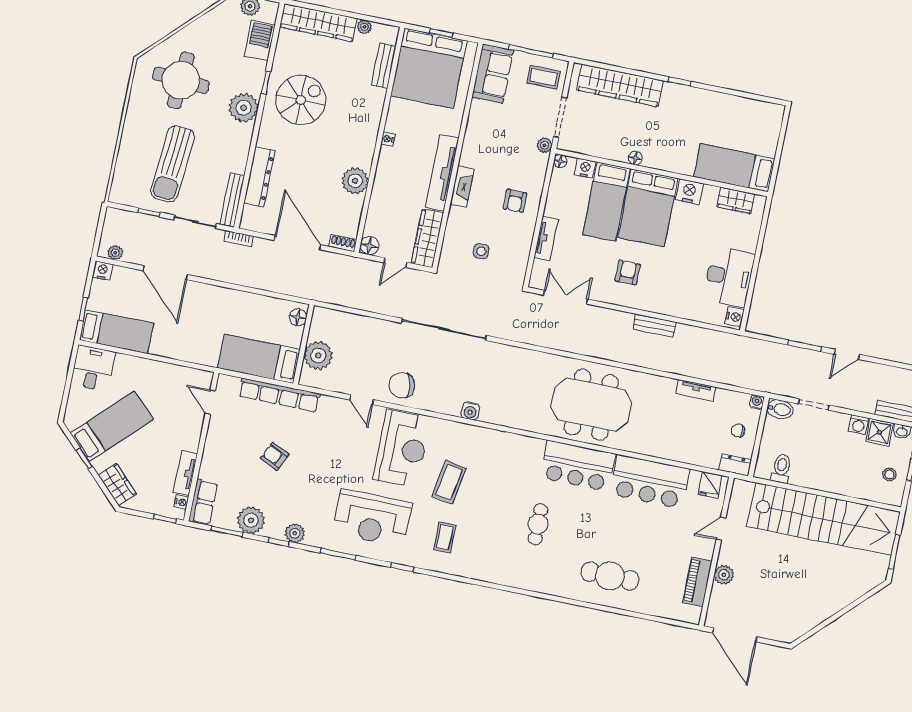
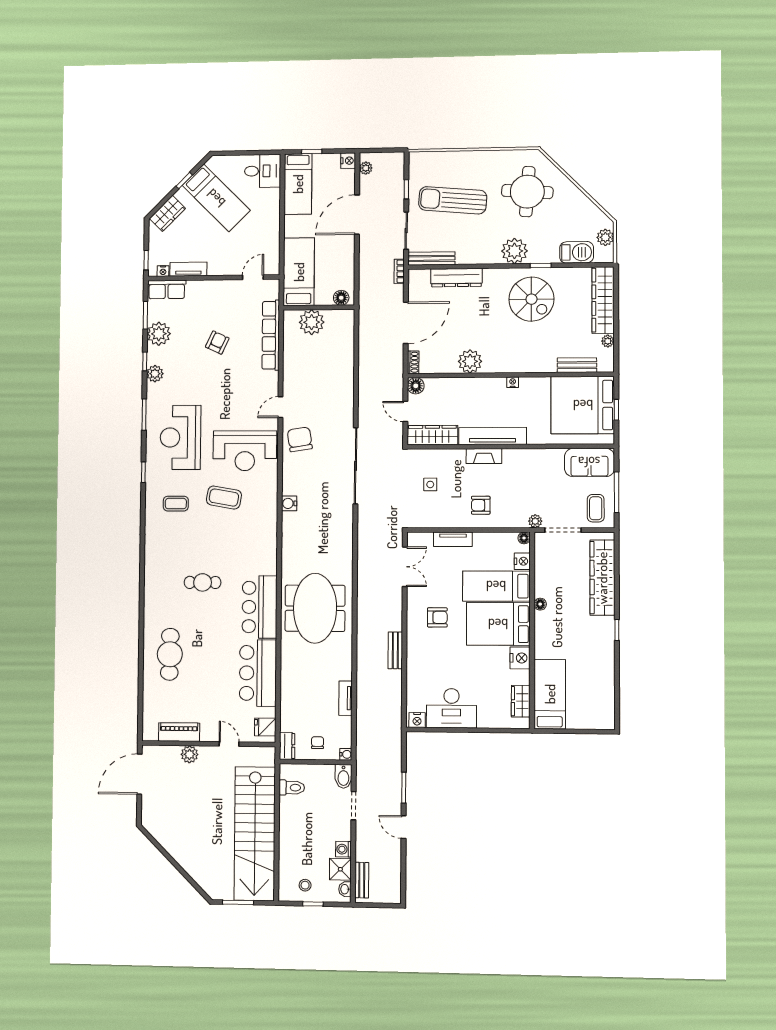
floor lamp: (298, 317) -> (341, 298), moved
wall: (304, 344) -> (319, 308), moved
plant: (318, 356) -> (312, 322), moved
bed: (259, 359) -> (299, 272), moved

